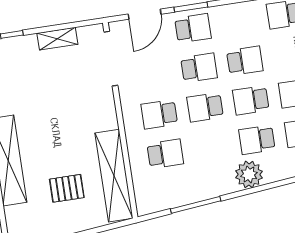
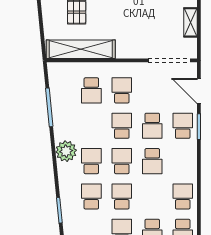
school desk: (193, 28) -> (183, 126), turned 180

